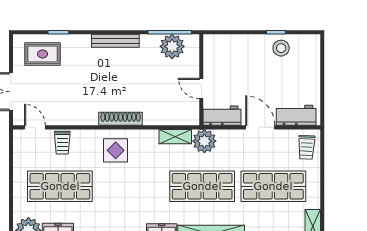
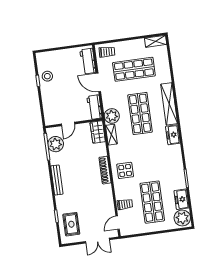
door: (201, 89) -> (68, 124), moved
wardrobe: (182, 115) -> (98, 132), added
door: (260, 127) -> (98, 82), hinge flipped
shop shelf: (273, 186) -> (134, 69), turned 90

